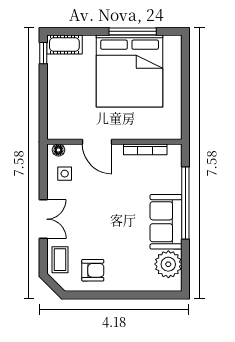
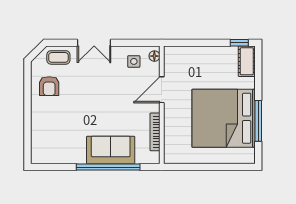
sofa: (166, 222) -> (111, 150), moved
plant: (168, 264) -> (55, 152), removed

